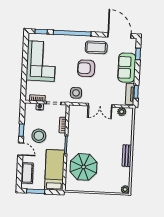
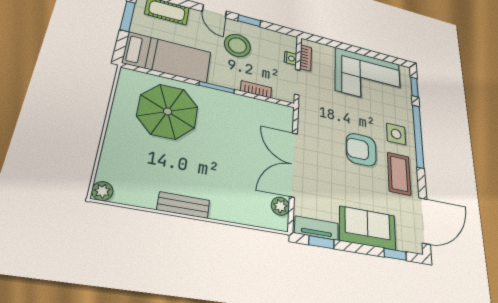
armchair: (86, 68) -> (361, 150), turned -90
side table: (76, 93) -> (396, 134), moved
double door: (100, 105) -> (293, 164), width x1.37
door: (21, 149) -> (214, 11), hinge flipped

